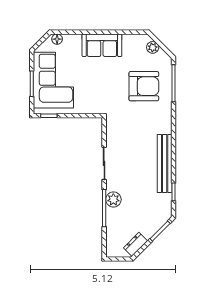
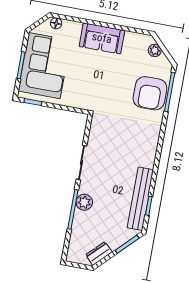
armchair: (144, 86) -> (150, 93), moved, turned 90
bench: (165, 163) -> (140, 199), moved

